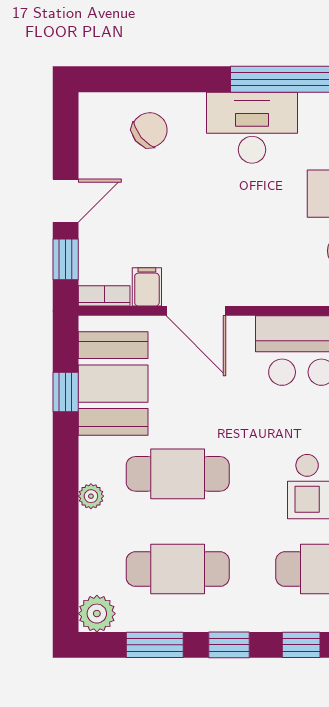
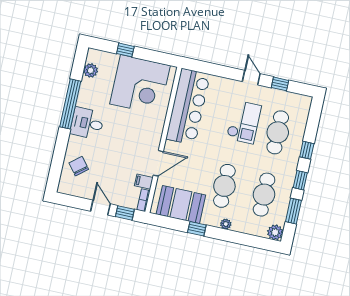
desk: (252, 128) -> (87, 123), width x0.73
window: (66, 392) -> (197, 229), moved

